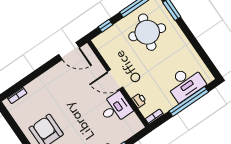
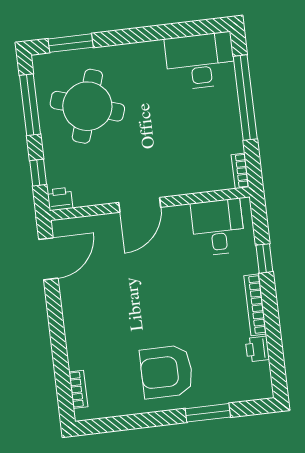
desk: (185, 83) -> (200, 61), moved, turned -90
printer: (139, 100) -> (60, 199), moved
desk: (115, 108) -> (218, 227), moved

